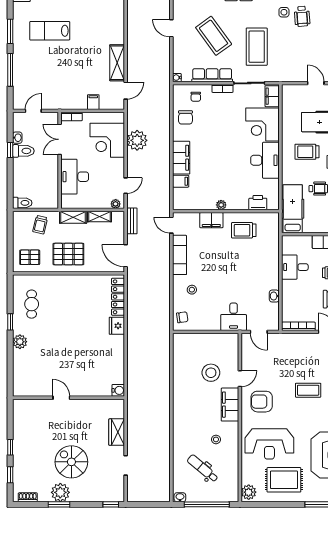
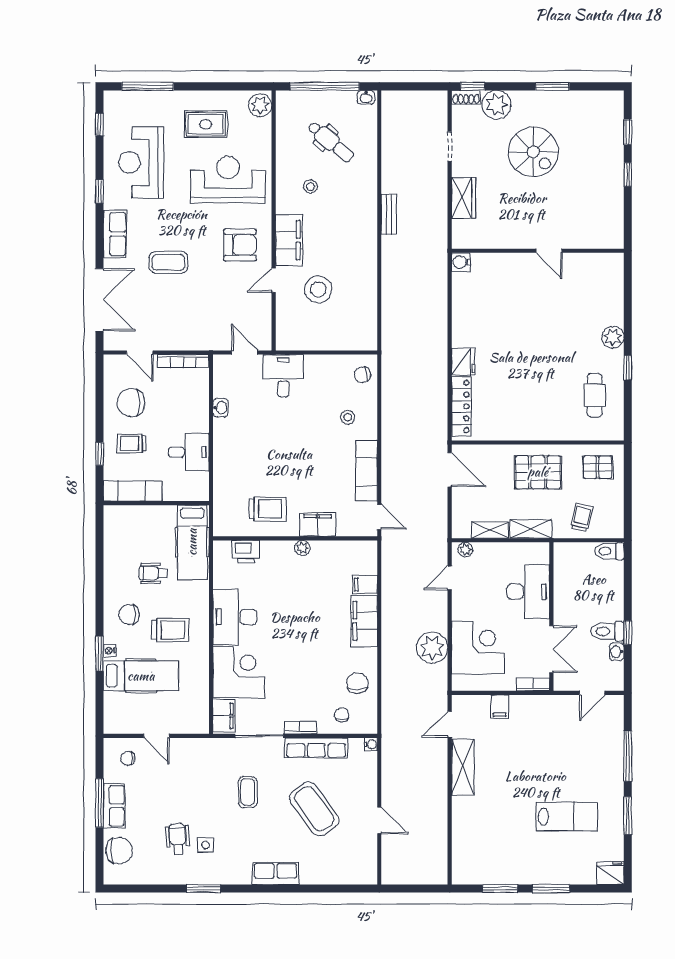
coffee table: (257, 47) -> (248, 792), width x0.54, depth x0.58
bench: (132, 221) -> (389, 214), moved
rug: (284, 480) -> (206, 124), width x0.73, depth x0.70
plant: (60, 492) -> (496, 105), moved
shoe rack: (28, 497) -> (466, 97), moved

